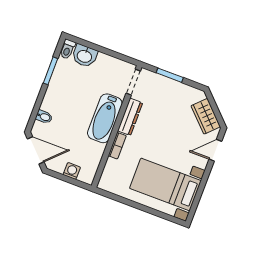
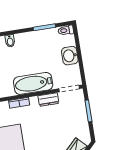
washbasin: (85, 56) -> (70, 56), moved
dresser: (130, 117) -> (48, 100), width x0.70

